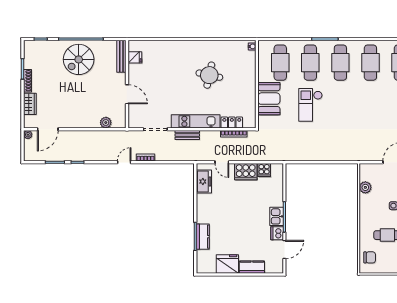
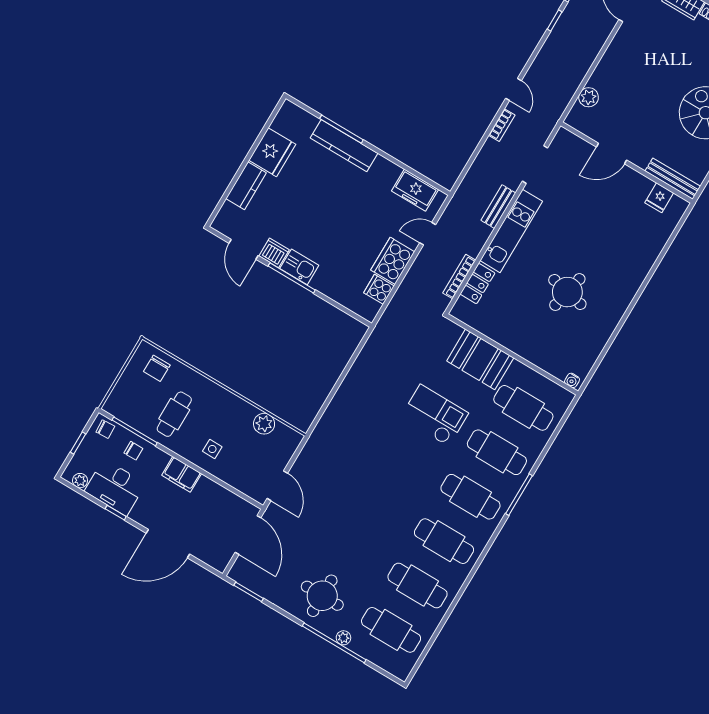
kitchen counter: (203, 237) -> (344, 146), width x1.50

